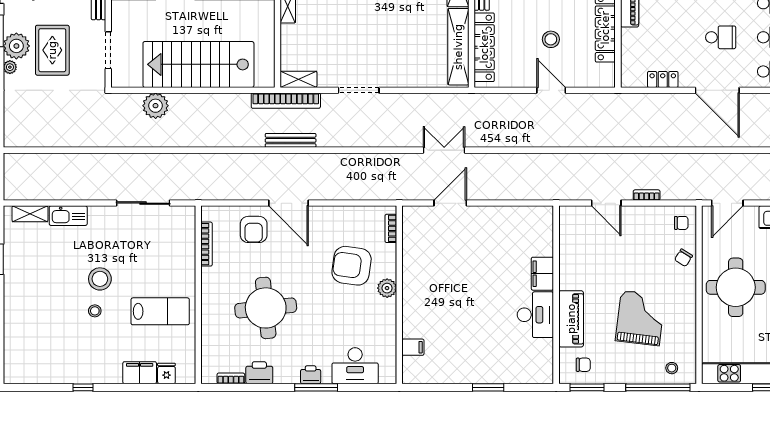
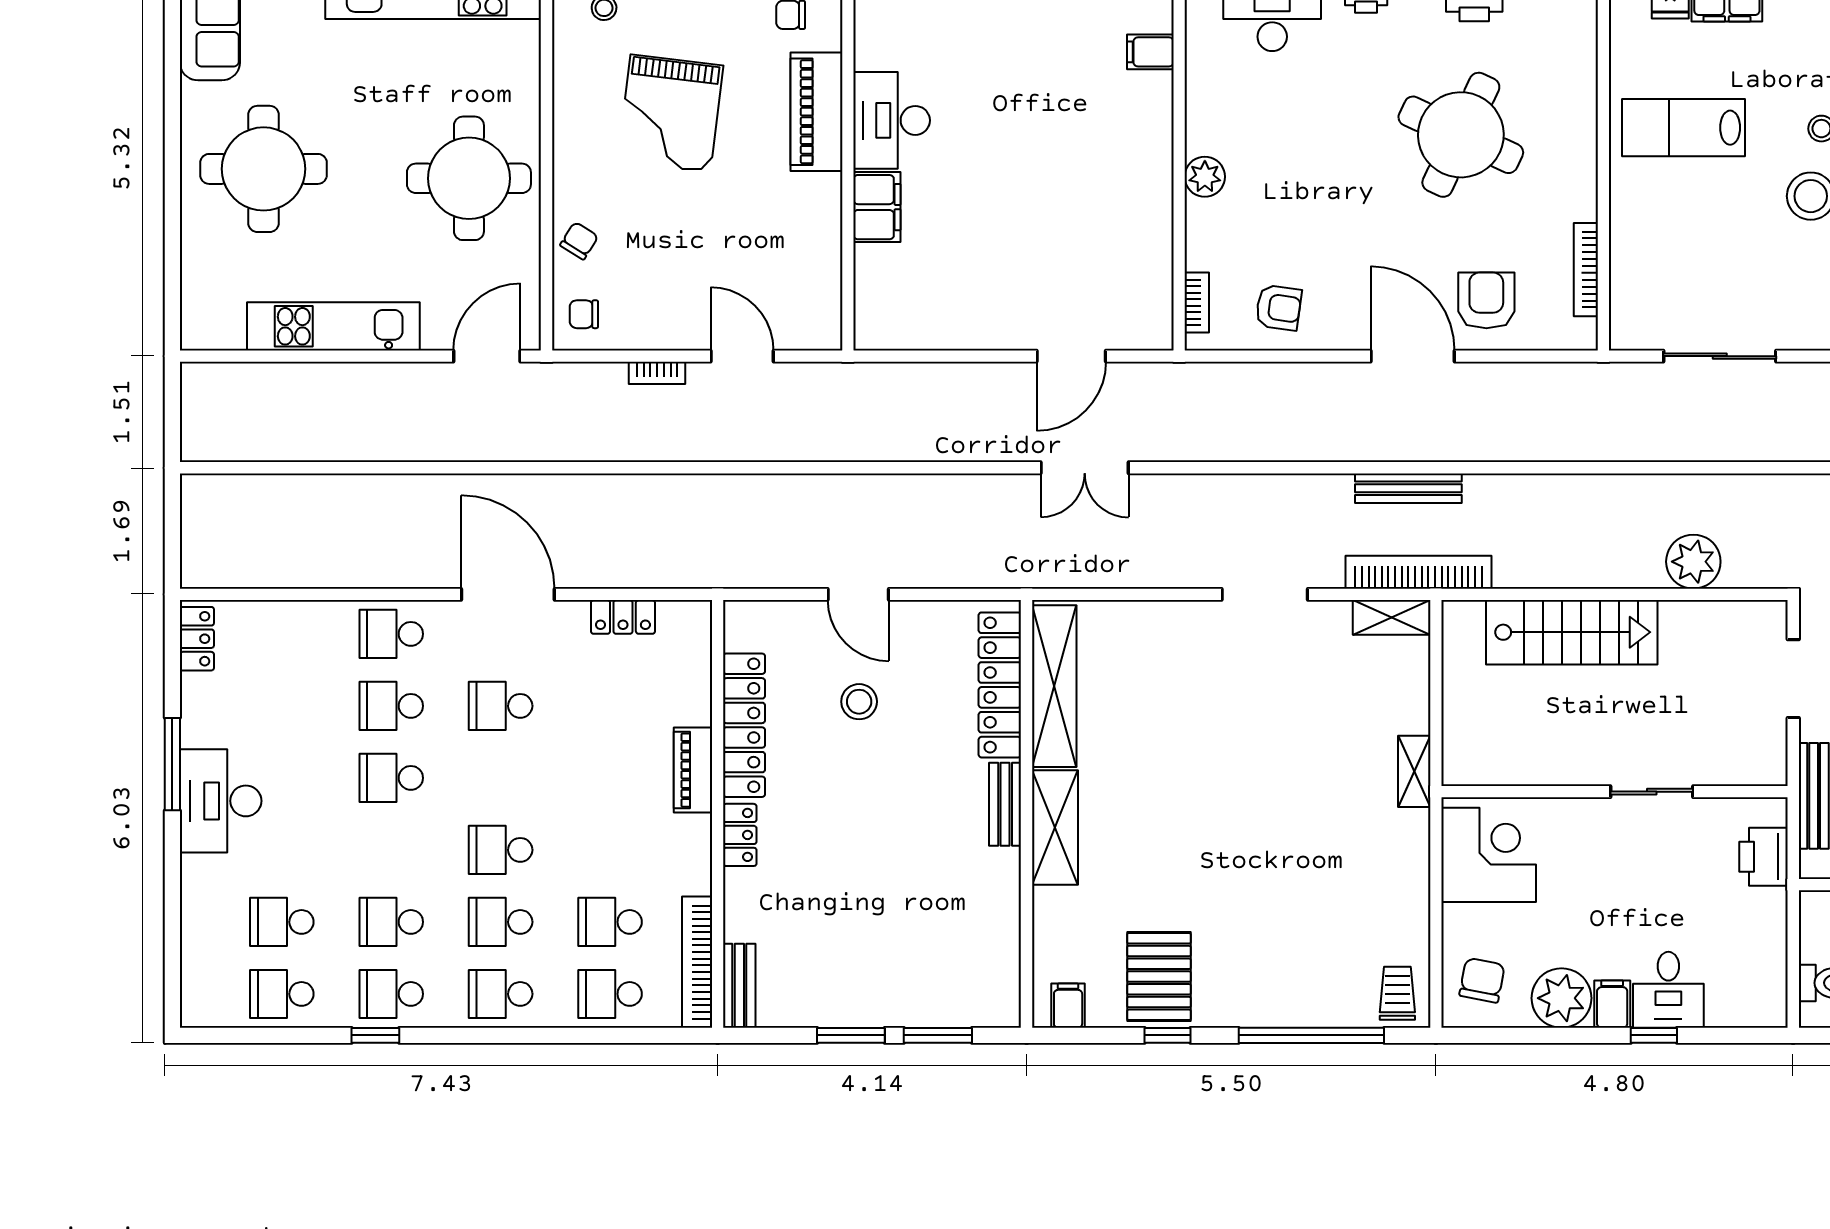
stairs: (198, 64) -> (1572, 632), width x0.73, depth x0.66
armchair: (352, 266) -> (1279, 308), moved, width x0.53, depth x0.53
round table: (266, 308) -> (1461, 135), turned 31

